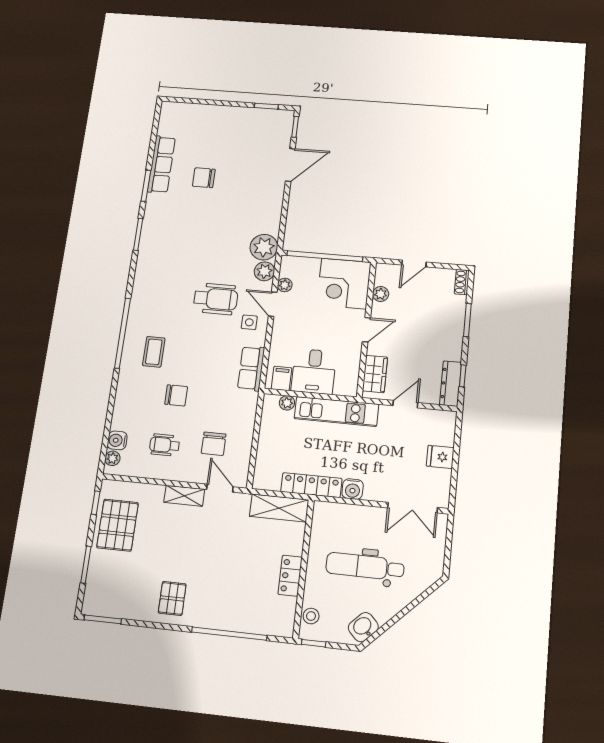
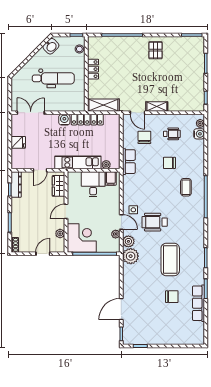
coffee table: (198, 236) -> (170, 259), added
row of seats: (251, 368) -> (129, 162), moved
pallet: (118, 525) -> (192, 87), removed

